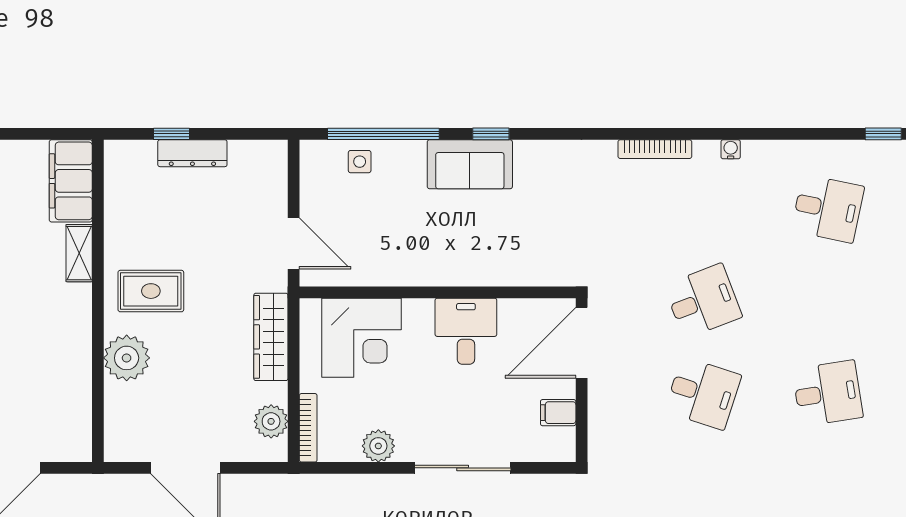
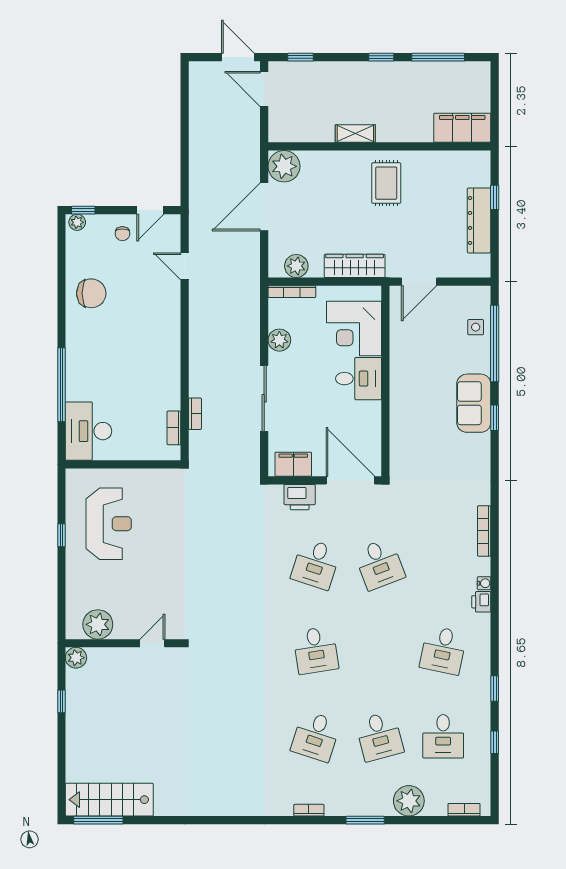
dresser: (192, 153) -> (479, 220), width x1.37, depth x1.24
printer: (758, 153) -> (481, 602), added
shelving: (79, 253) -> (355, 134), moved
desk: (466, 331) -> (359, 379), moved
plant: (127, 358) -> (284, 166), moved
filing cabinet: (558, 413) -> (293, 464), width x2.00
printer: (606, 417) -> (300, 497), added

